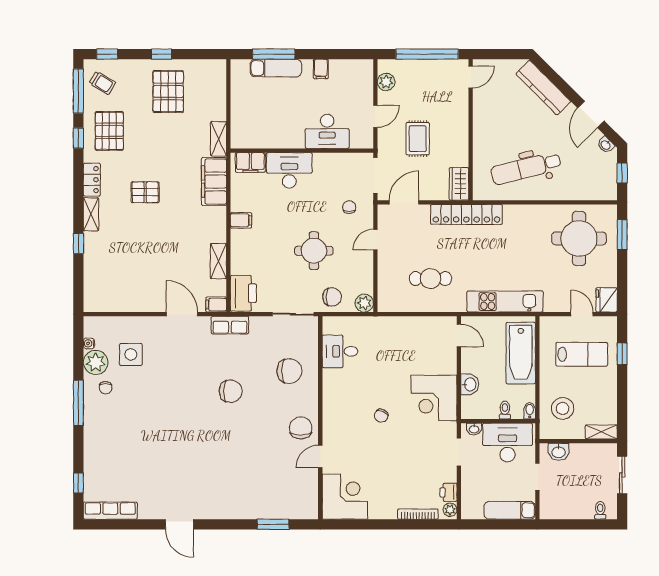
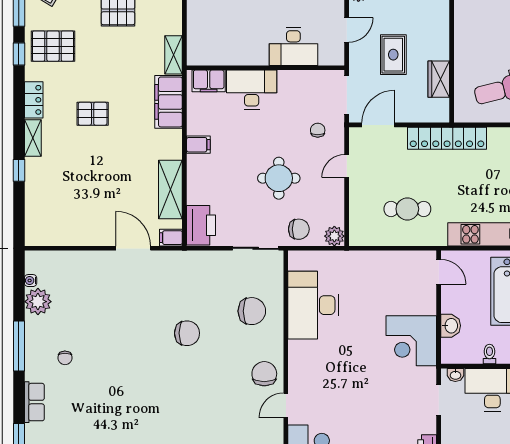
pallet: (109, 131) -> (53, 46), turned 90
wardrobe: (459, 184) -> (439, 79), moved
shelving: (218, 261) -> (170, 190), width x1.50, depth x1.33
row of seats: (230, 325) -> (34, 402), moved, turned -90
desk: (340, 351) -> (313, 305), width x1.87, depth x1.30
side table: (131, 354) -> (77, 293), removed
chair: (106, 388) -> (65, 358), moved
chair: (381, 416) -> (353, 360), removed

